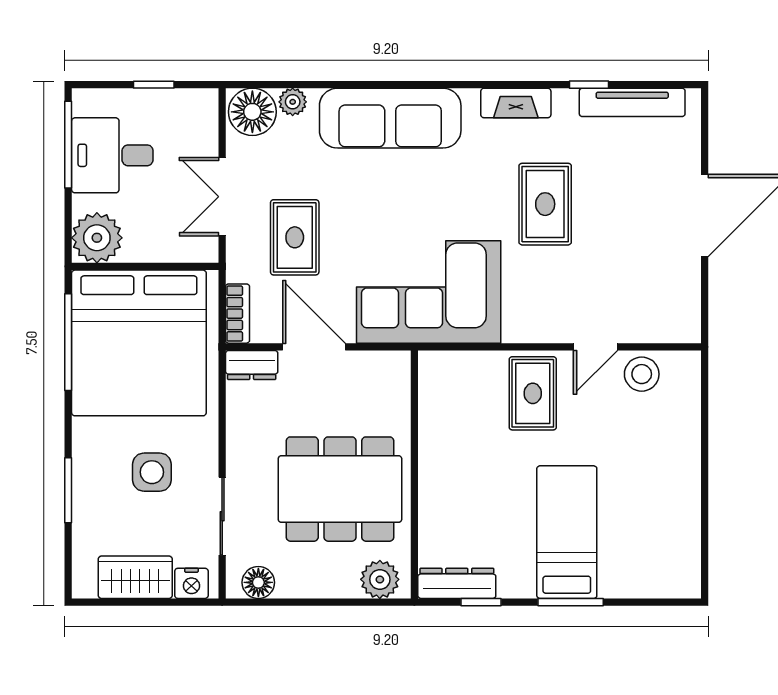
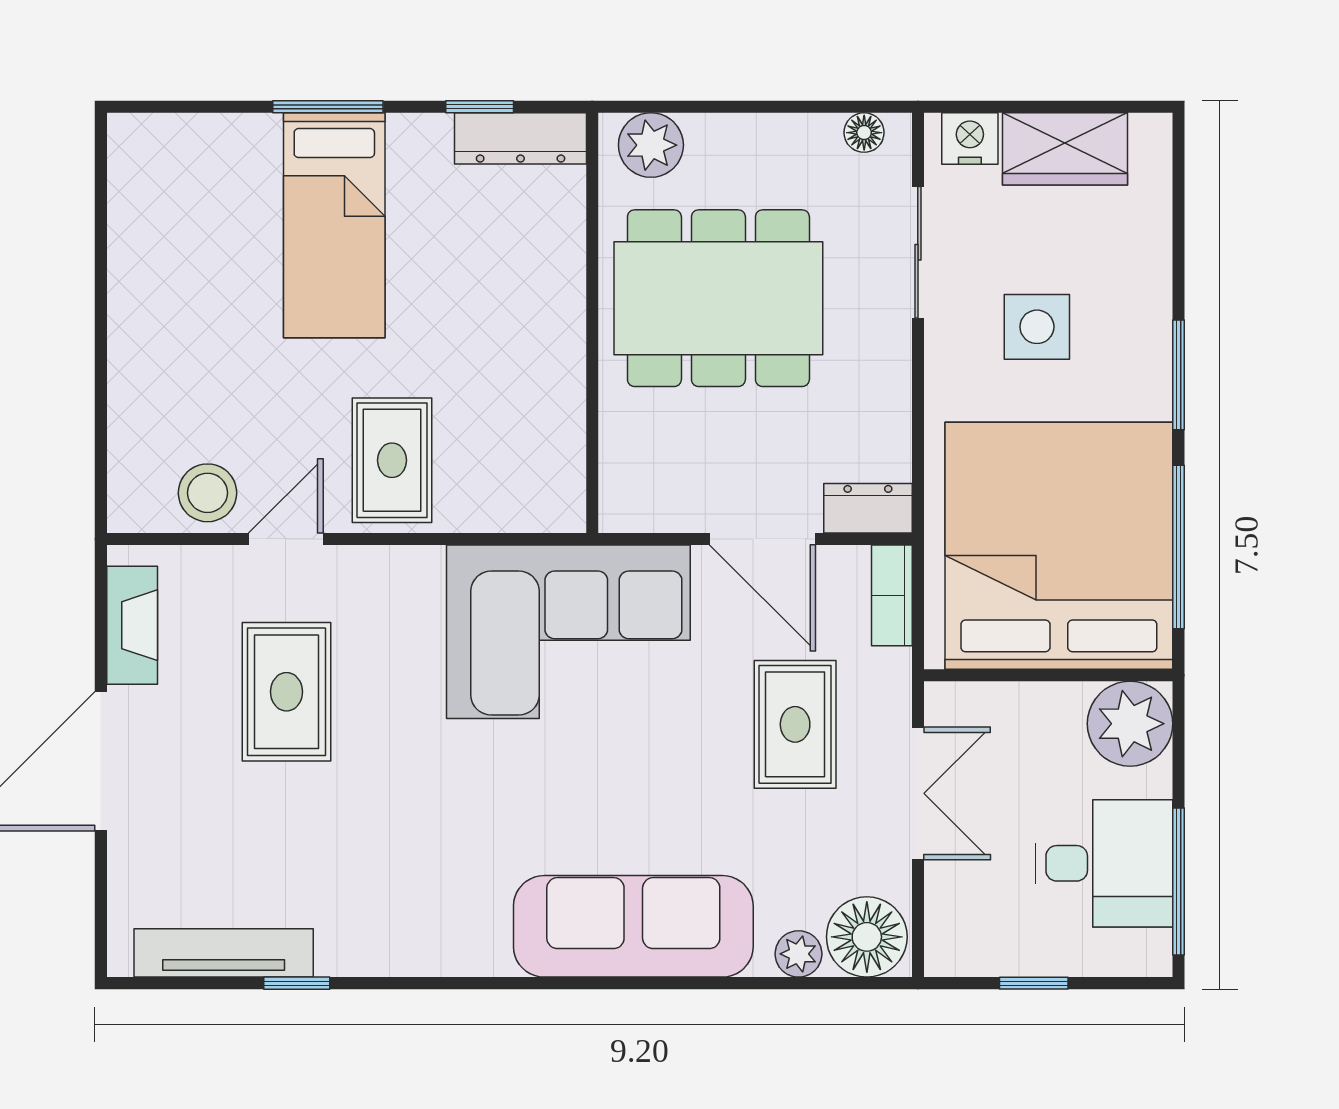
fireplace: (516, 103) -> (132, 625), moved, turned 90
rug: (545, 204) -> (287, 692), moved
window: (68, 490) -> (1179, 375), moved
floor lamp: (258, 582) -> (864, 133), width x0.73, depth x0.73

